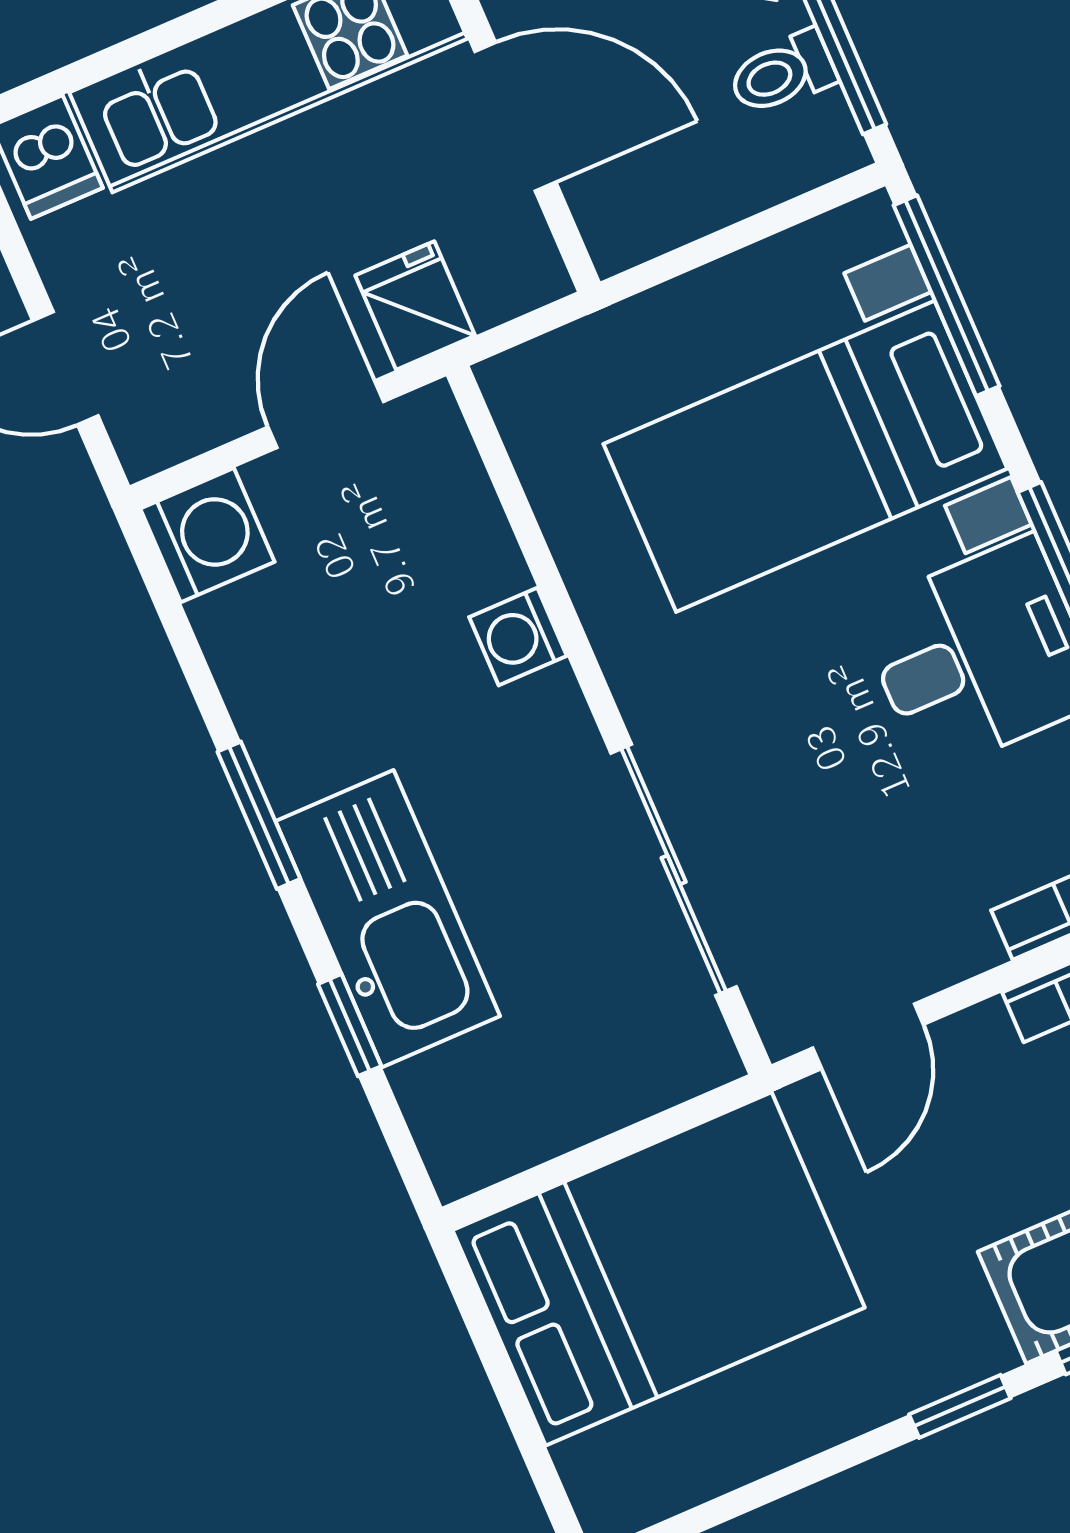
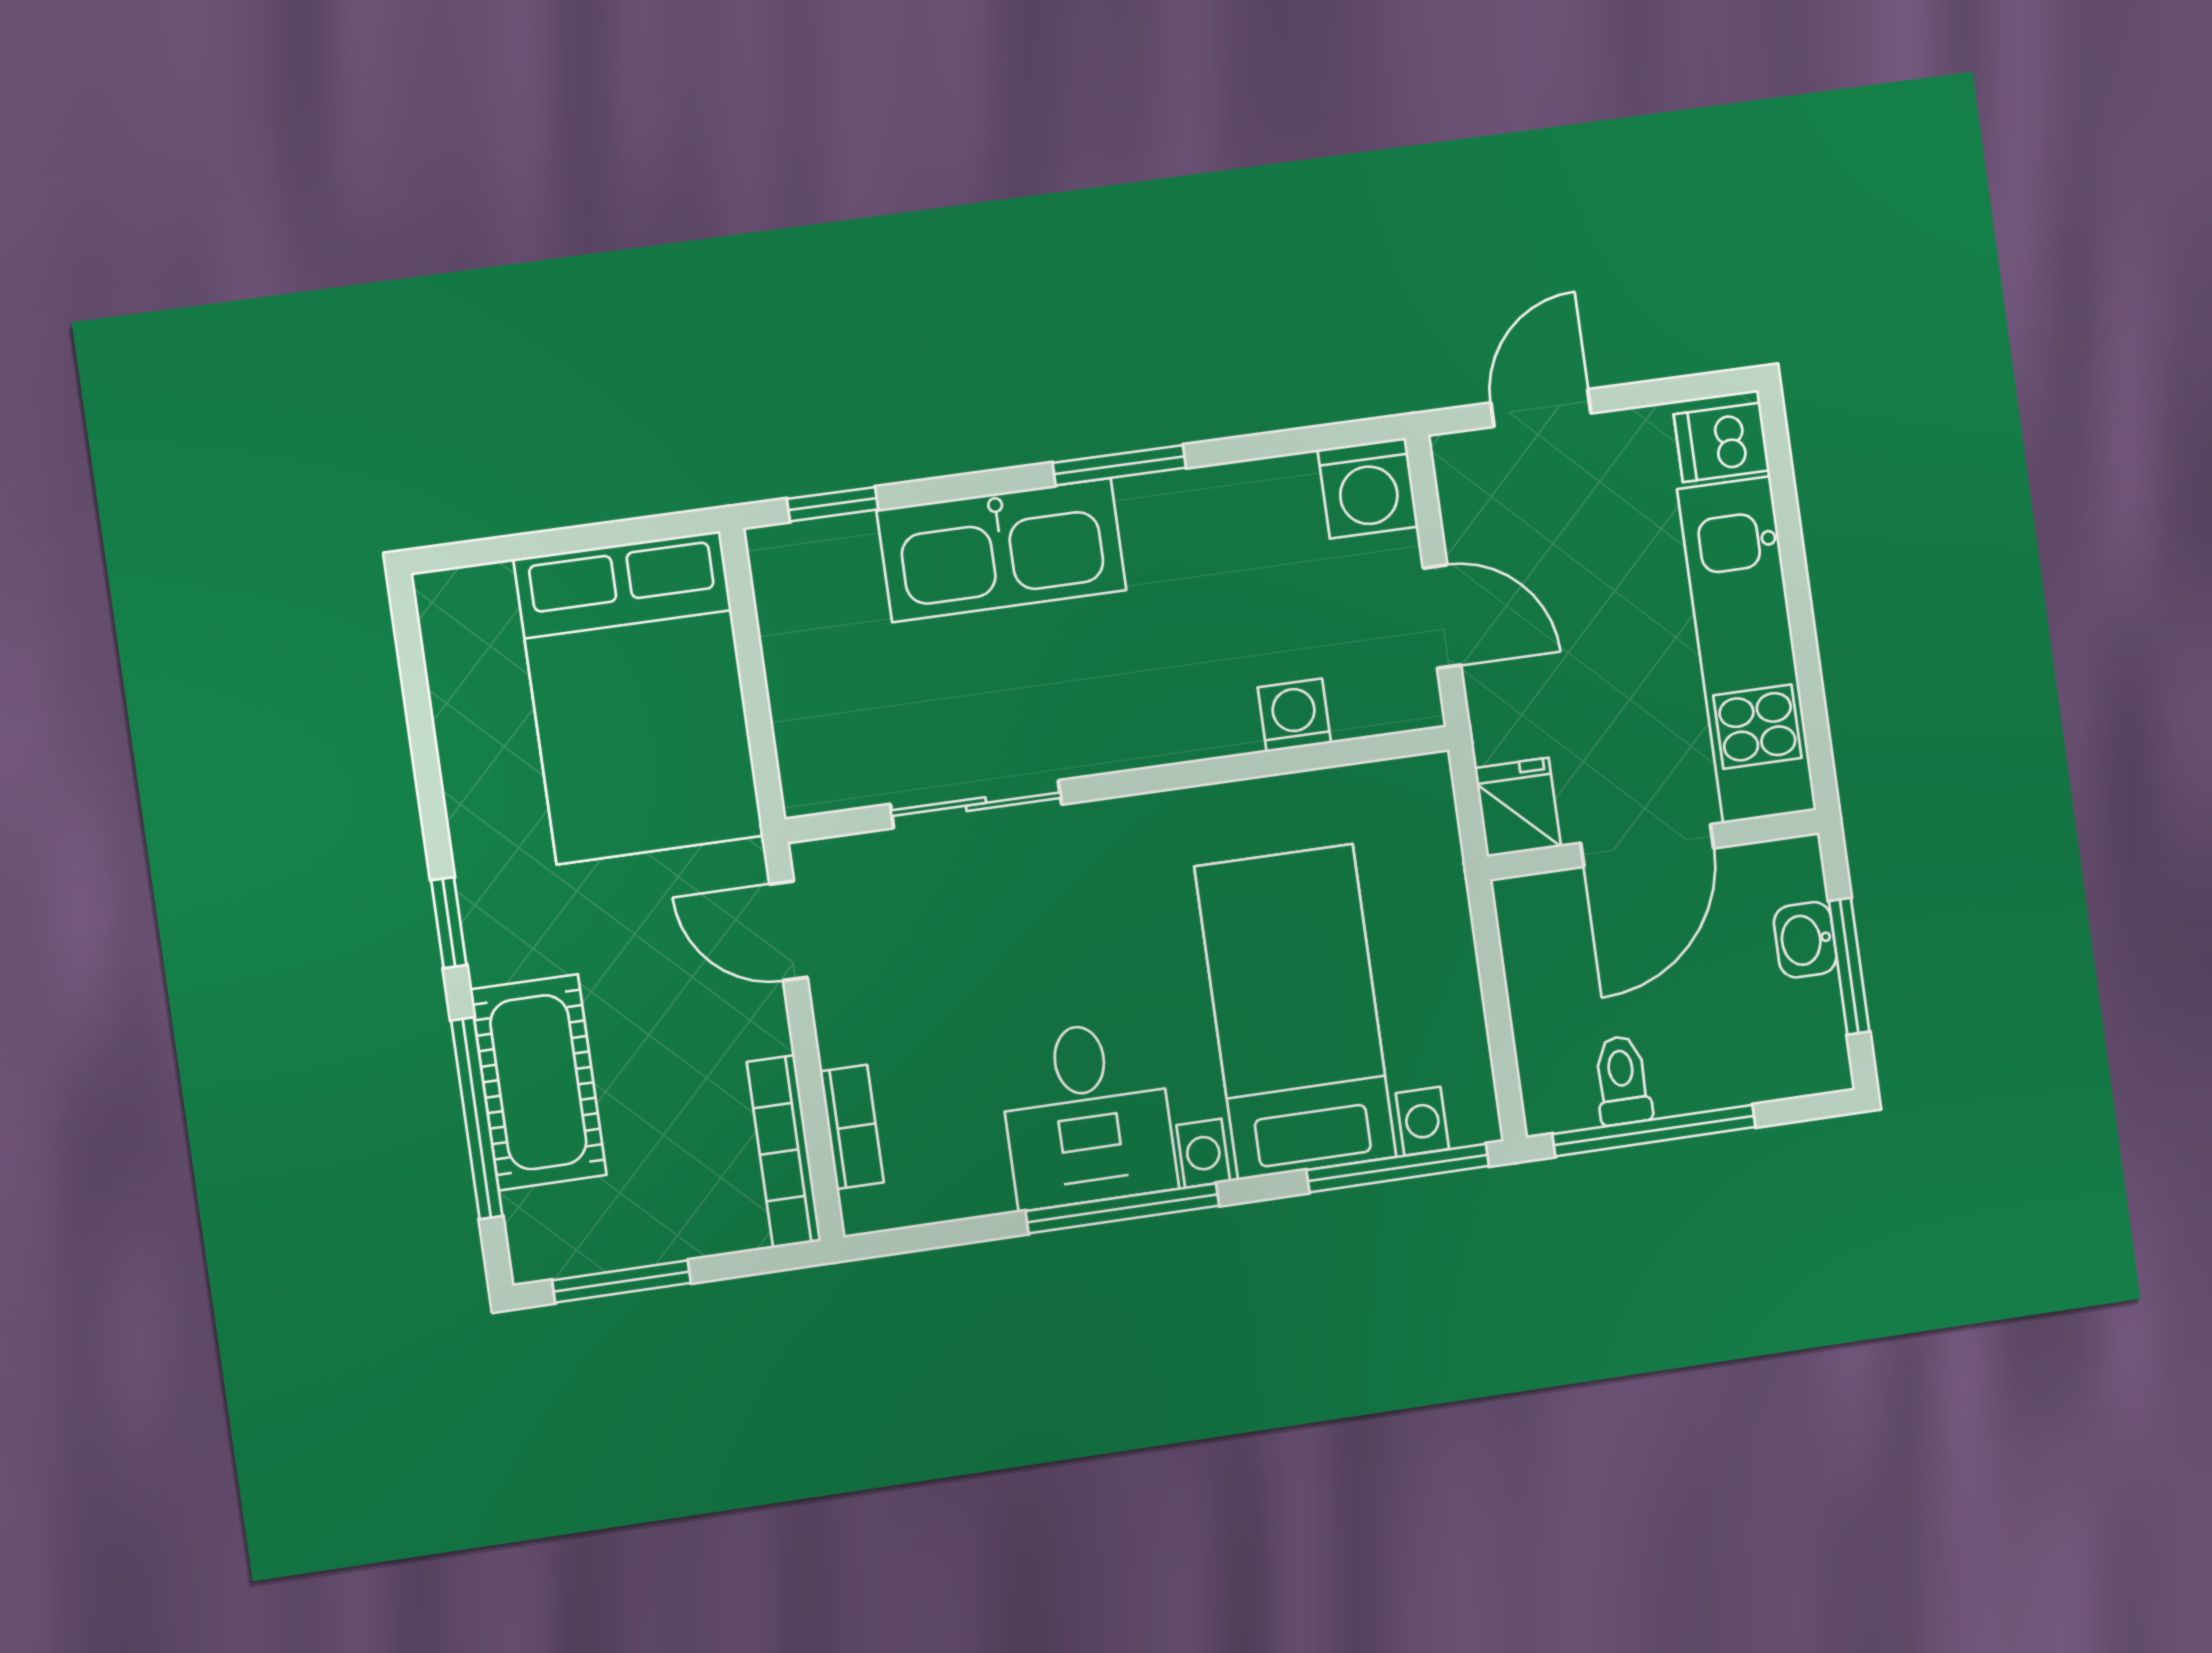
fridge: (415, 306) -> (1518, 807), moved, turned -90
washing machine: (518, 636) -> (1294, 715), moved
sliding door: (674, 870) -> (976, 804), width x0.73
window: (350, 1025) -> (833, 504), moved

